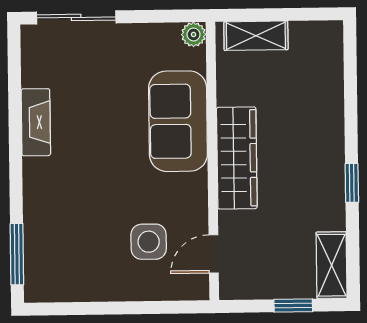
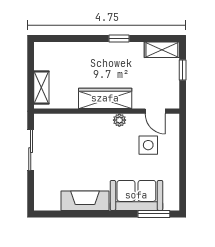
sliding door: (76, 17) -> (31, 150), moved
plant: (194, 34) -> (119, 120), moved
sofa: (178, 121) -> (136, 195), moved, turned 180
fireplace: (36, 122) -> (85, 201), width x1.37, depth x1.32

